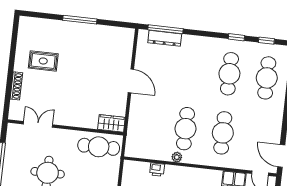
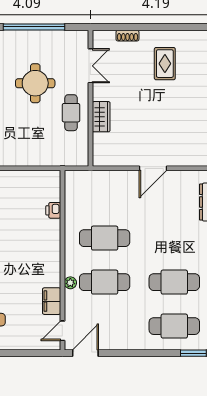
shoe rack: (16, 86) -> (127, 36), width x0.70
wardrobe: (111, 123) -> (101, 117), moved
cafe table: (99, 147) -> (71, 113), moved, width x0.73, depth x0.74
plant: (177, 157) -> (70, 283), moved

